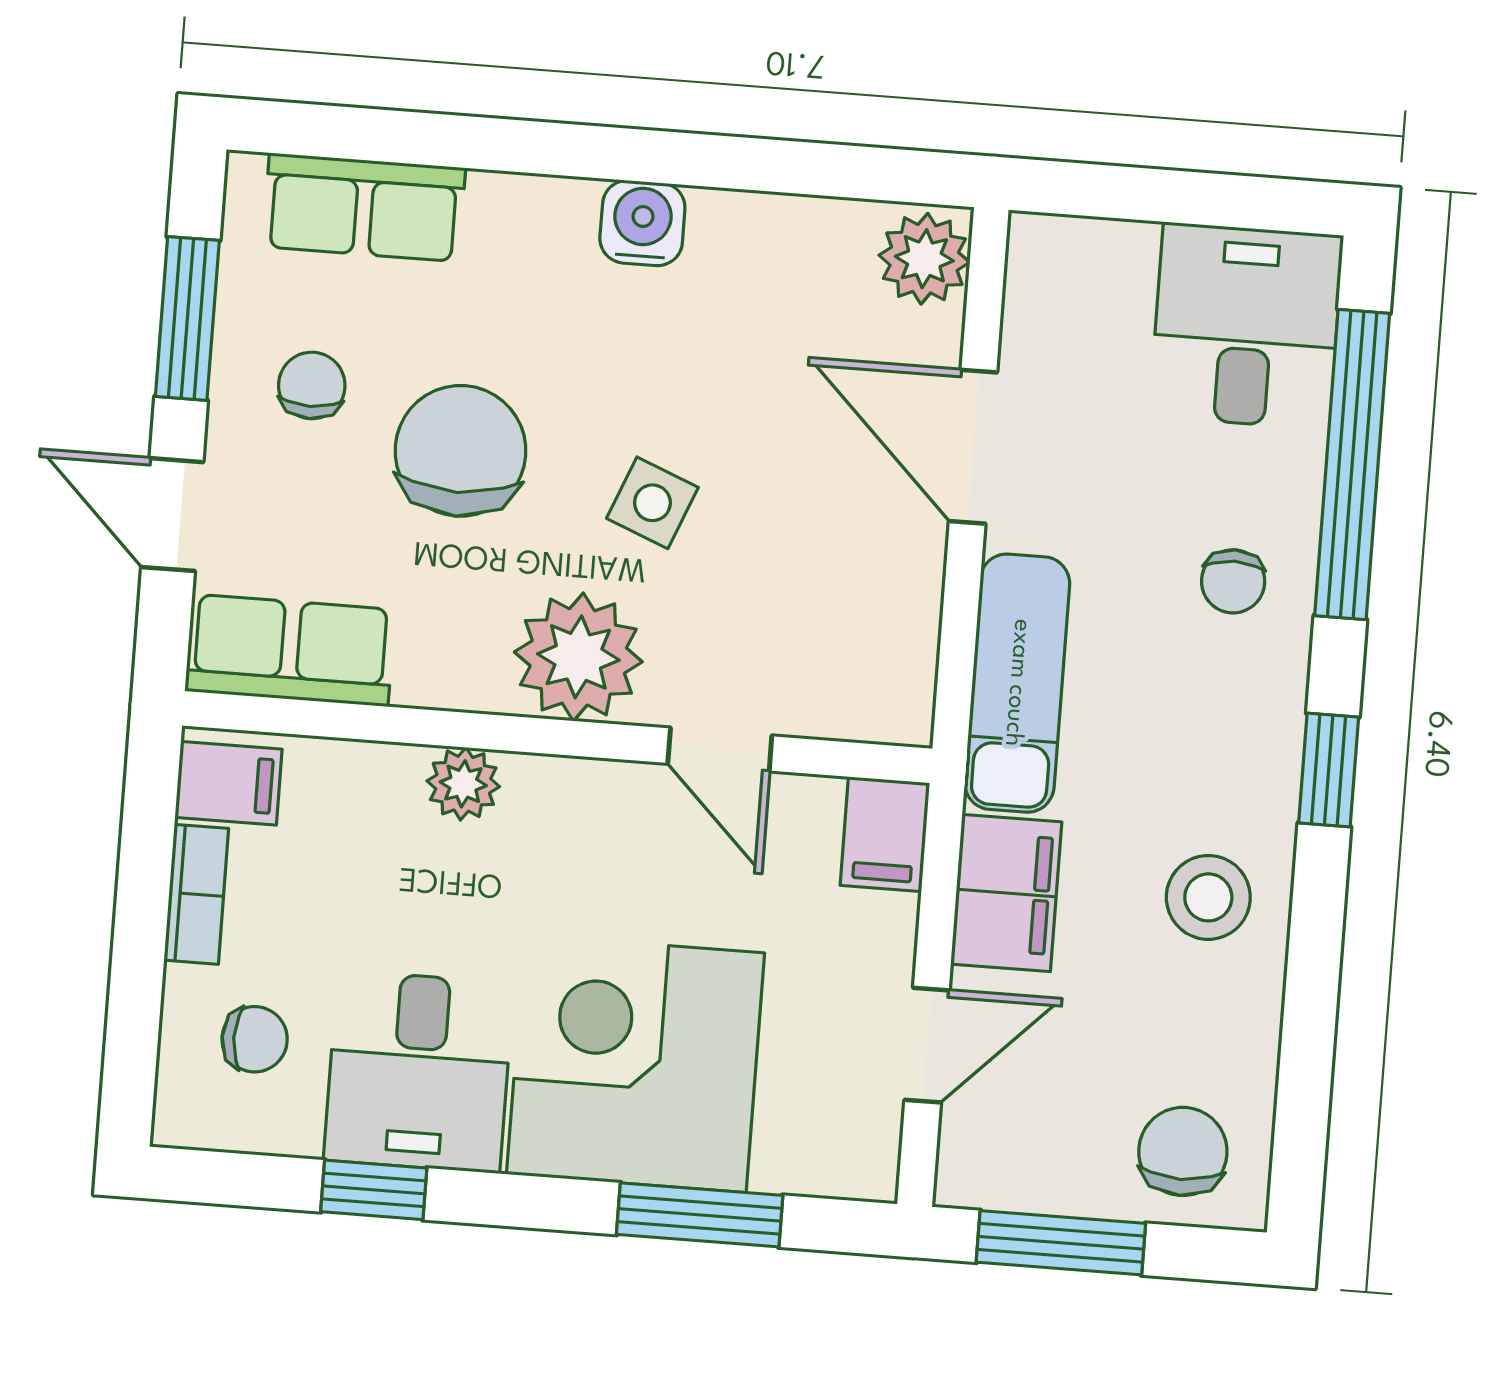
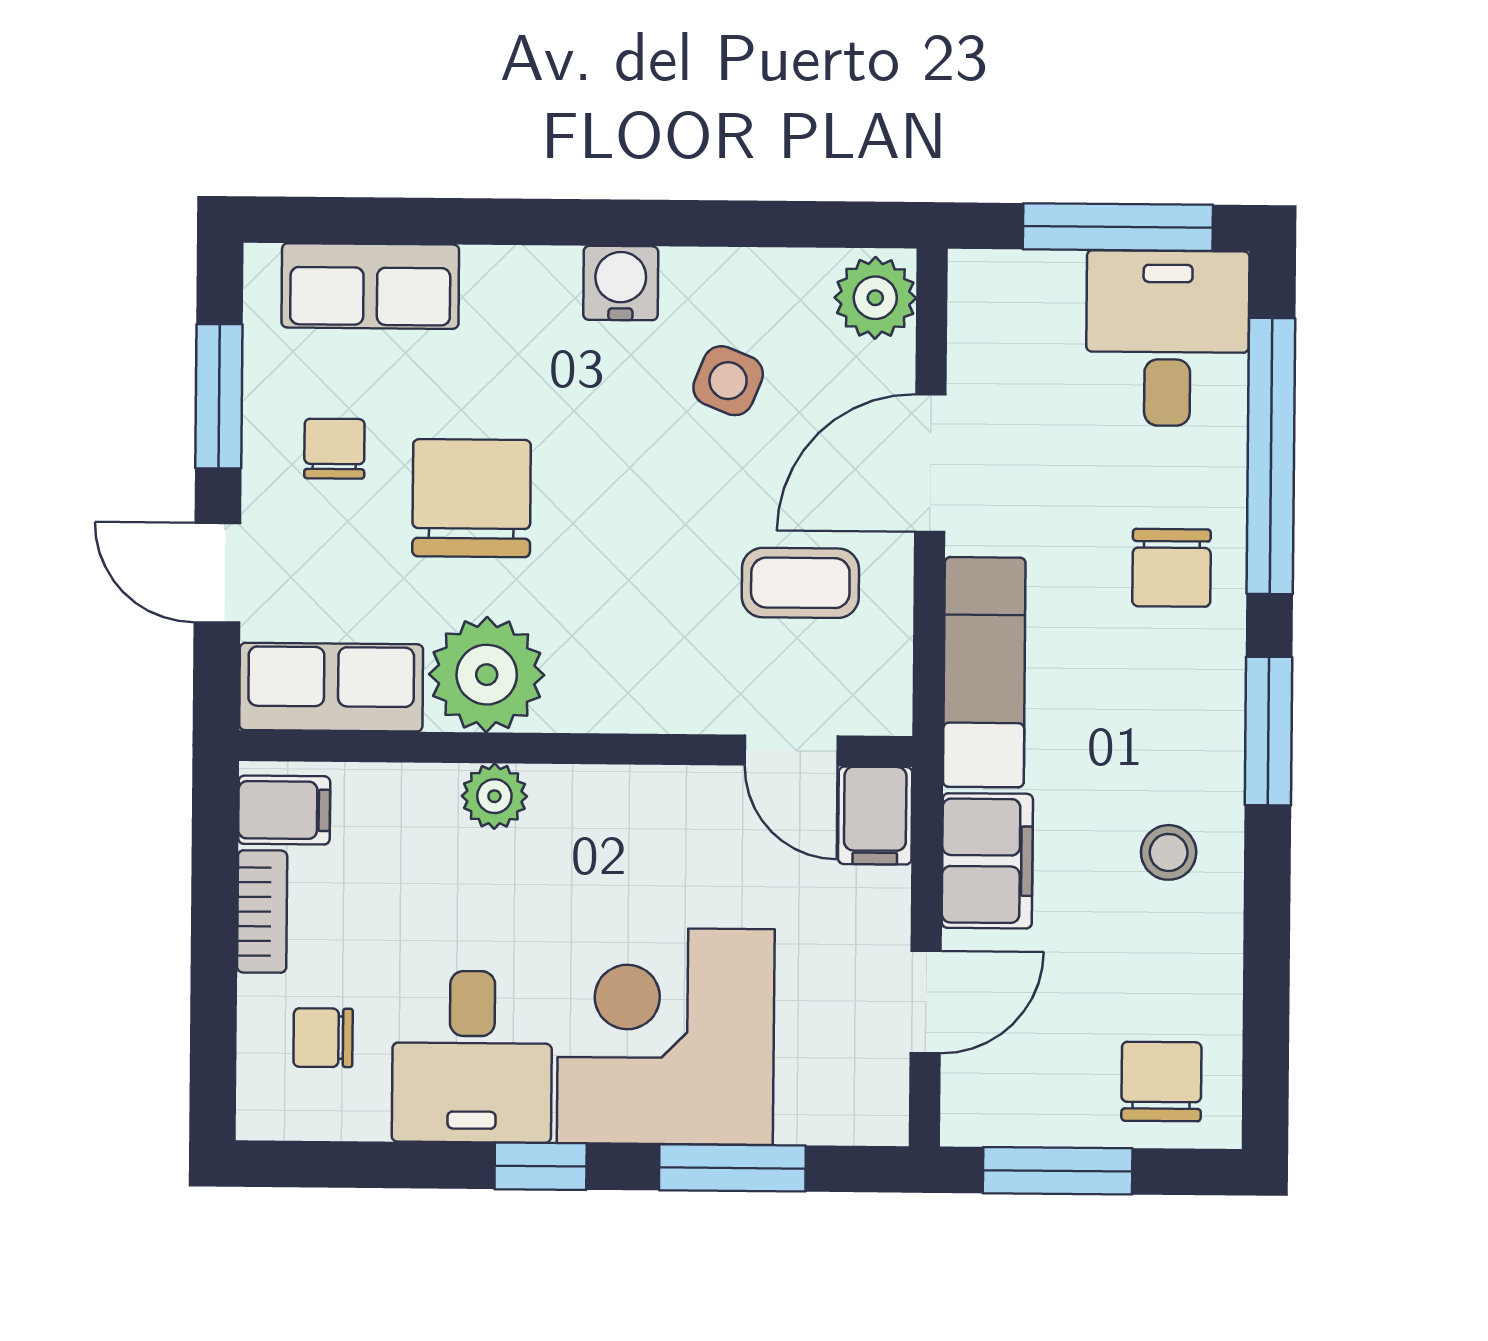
window: (1199, 199) -> (1118, 227), added
door: (973, 447) -> (930, 463), hinge flipped
side table: (652, 503) -> (728, 381), moved
coffee table: (819, 570) -> (800, 583), added
chair: (1233, 581) -> (1172, 568), width x1.37, depth x1.37
plant: (578, 657) -> (487, 675), moved
door: (720, 750) -> (791, 750), moved
window: (1329, 770) -> (1269, 731), width x1.50
stool: (1208, 897) -> (1169, 852), width x0.73, depth x0.73
chair: (255, 1039) -> (323, 1038), turned 180
window: (374, 1190) -> (541, 1166), moved

